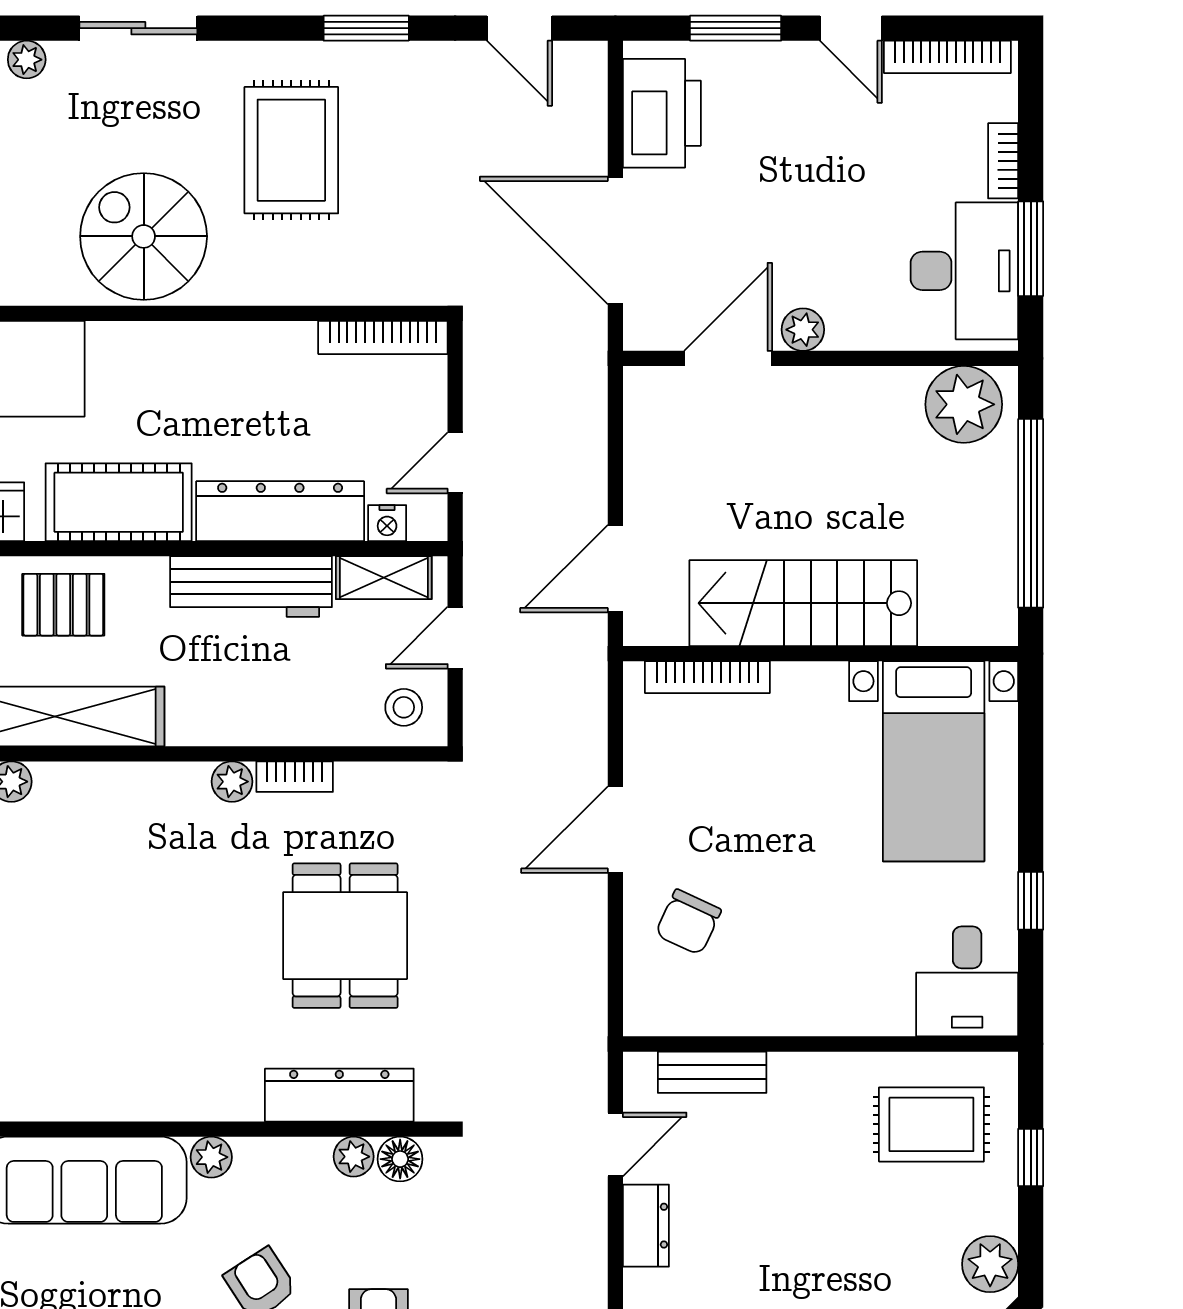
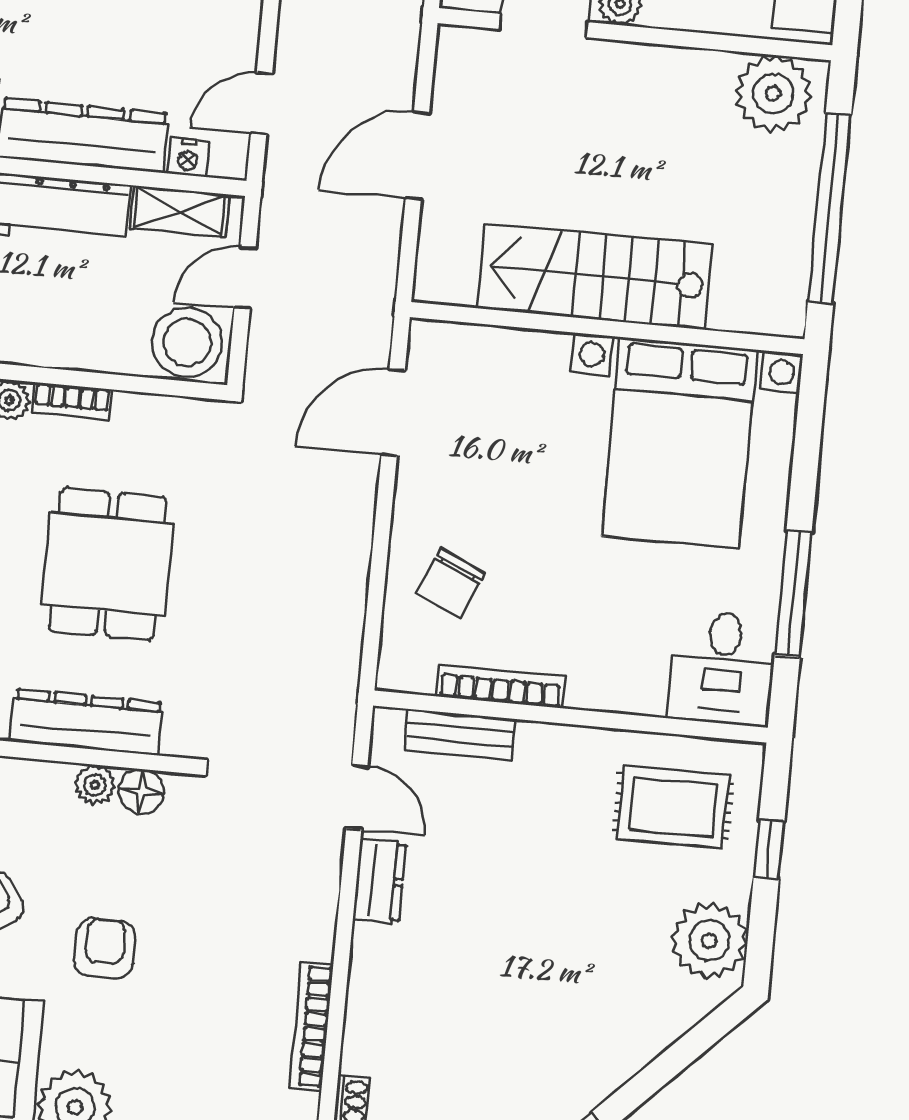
door: (615, 569) -> (417, 156), moved
bookcase: (707, 677) -> (501, 686), moved, turned 180
stool: (404, 707) -> (187, 342), width x1.89, depth x1.89
bed with nightstands: (934, 761) -> (679, 443), width x1.36
door: (615, 830) -> (393, 412), moved
window: (1031, 901) -> (793, 594), width x2.17
door: (615, 1144) -> (357, 797), hinge flipped
plant: (990, 1264) -> (709, 941), width x1.36, depth x1.36

